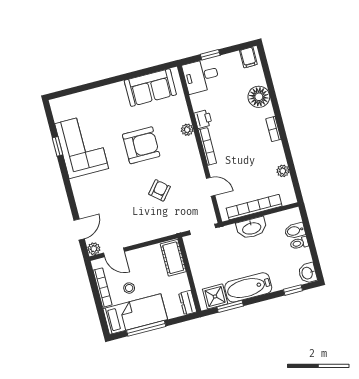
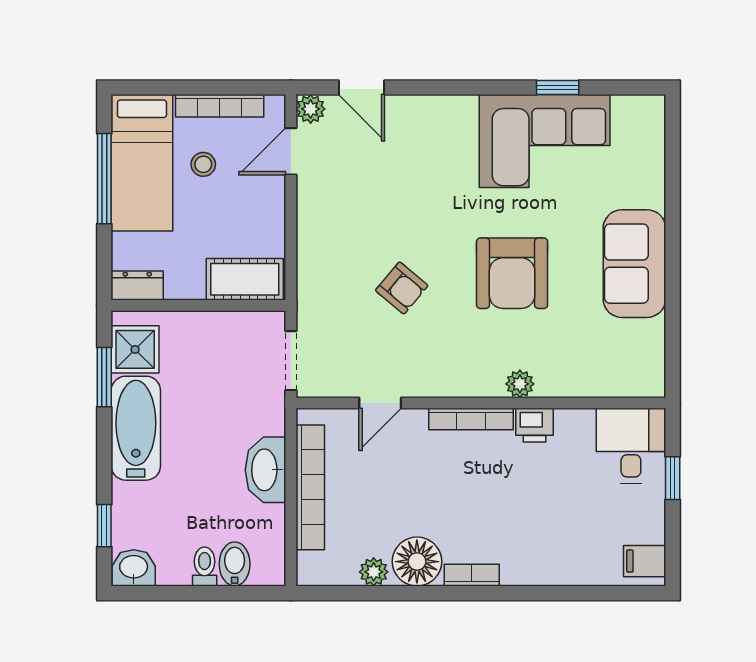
sofa: (150, 88) -> (634, 264), moved
floor lamp: (259, 97) -> (417, 562), moved

